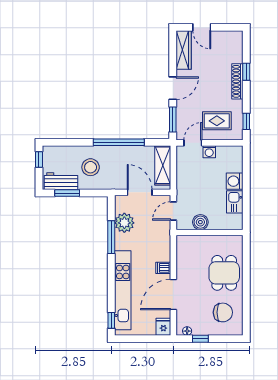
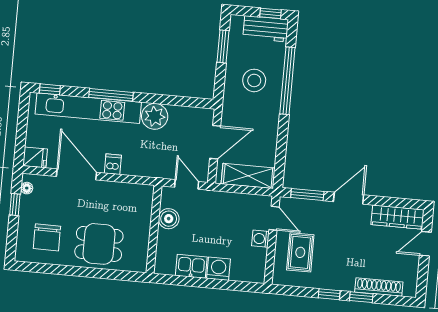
shoe rack: (237, 81) -> (379, 287), moved
door: (173, 88) -> (349, 198), swing flipped
window: (246, 121) -> (329, 294), moved
window: (119, 142) -> (287, 81), moved
workbench: (61, 181) -> (266, 29), moved, turned 90
plant: (124, 223) -> (155, 116), moved
window: (111, 237) -> (111, 95), moved

